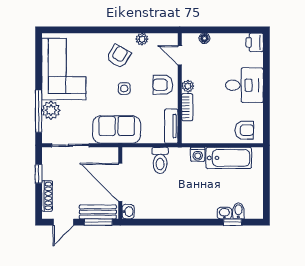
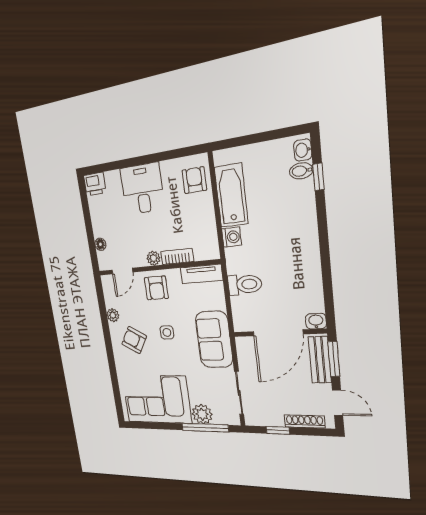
washbasin: (224, 213) -> (303, 150), moved

